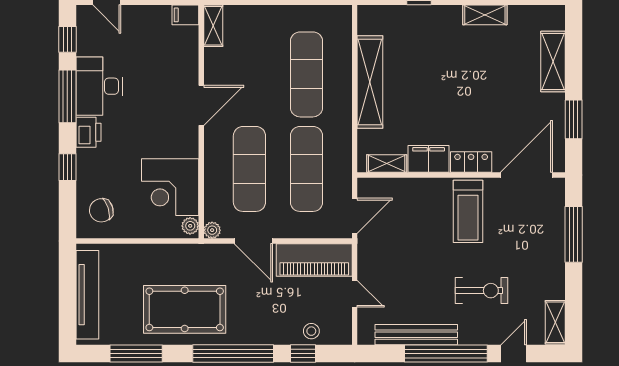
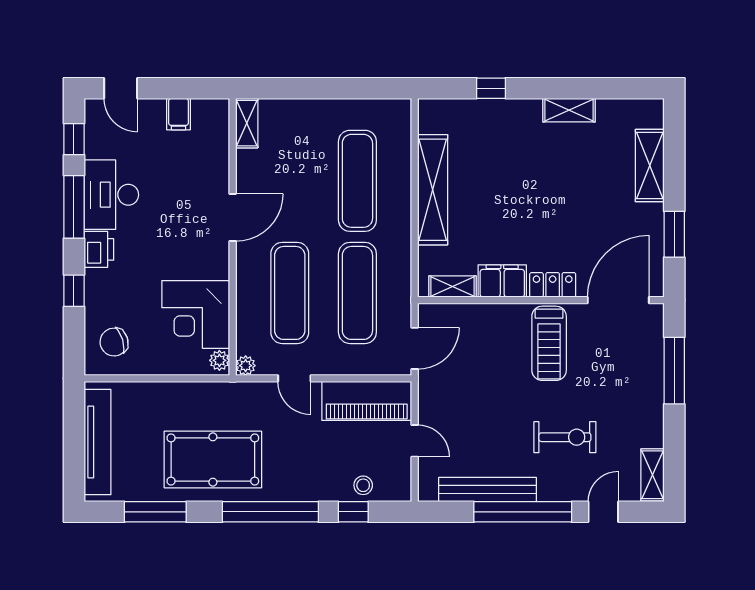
filing cabinet: (185, 15) -> (179, 114), moved, turned -90
door: (253, 241) -> (294, 378), width x0.73

